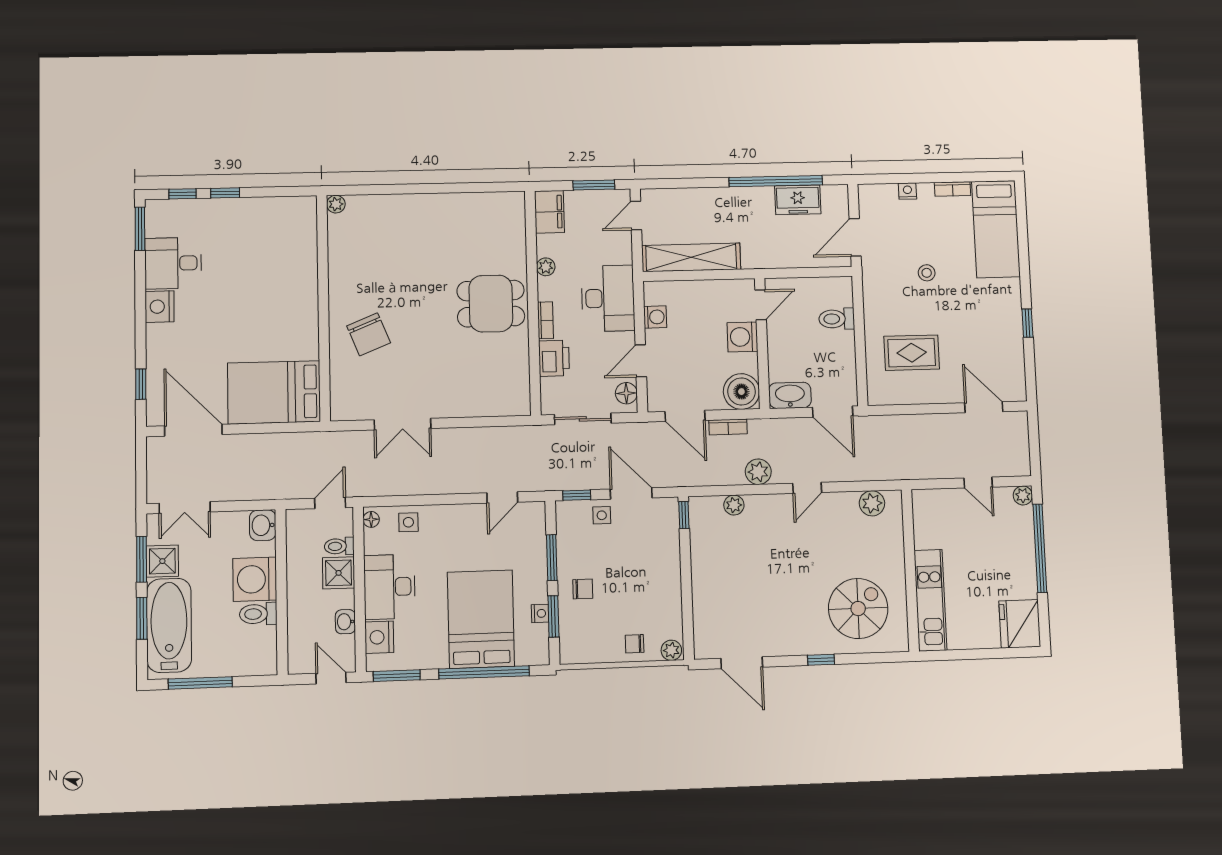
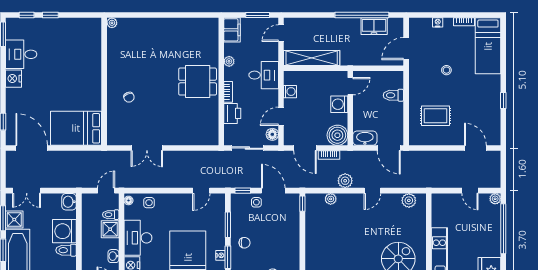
desk: (608, 298) -> (264, 75), width x0.73
chair: (369, 334) -> (129, 97), width x0.54, depth x0.54

